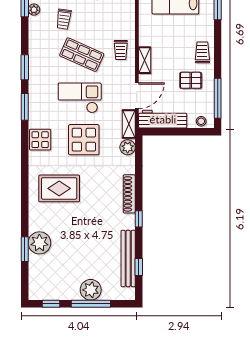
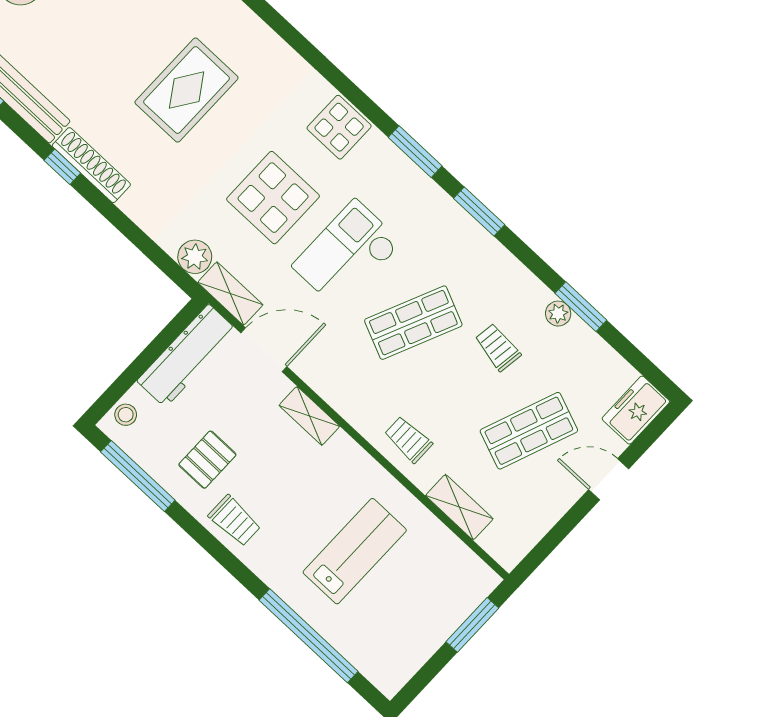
trolley: (121, 50) -> (408, 439), moved
door: (137, 96) -> (264, 350), swing flipped
checkout: (80, 98) -> (347, 254), turned 180
rug: (59, 188) -> (187, 90), moved
shoe rack: (129, 194) -> (91, 165), moved

